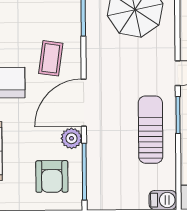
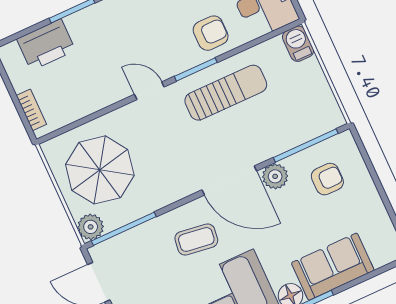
sun lounger: (151, 130) -> (226, 93), turned 180
armchair: (52, 176) -> (327, 179), width x0.72, depth x0.72

